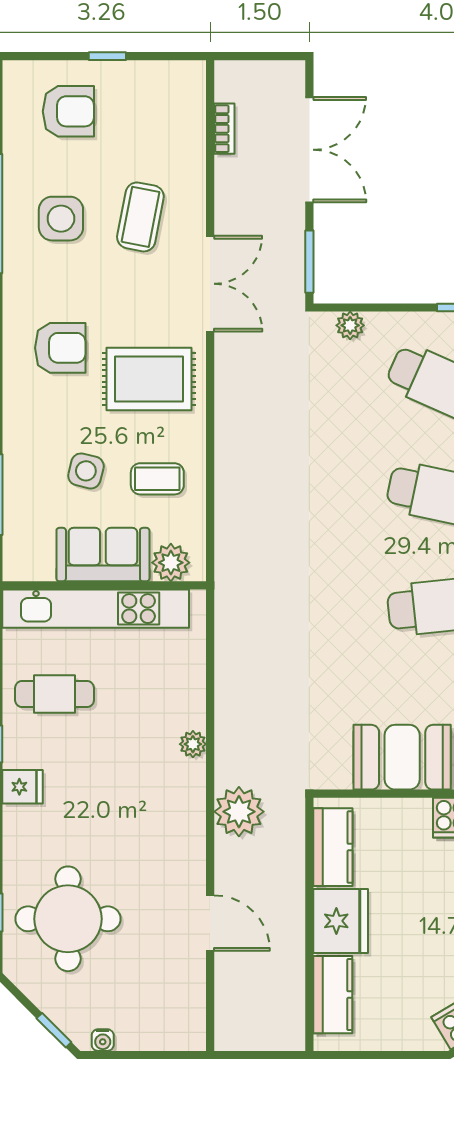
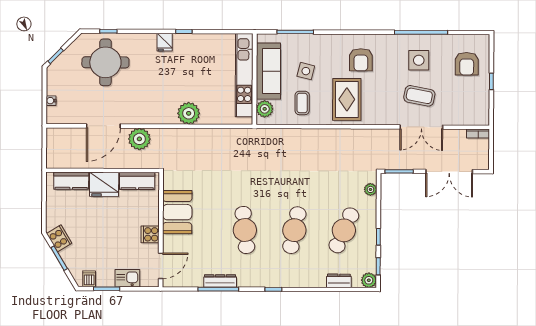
bookcase: (224, 129) -> (478, 134), moved
double door: (210, 284) -> (421, 127), moved
sofa: (103, 555) -> (268, 71), width x1.36
cafe table: (55, 694) -> (206, 57), removed
plant: (193, 744) -> (189, 113), width x1.87, depth x1.87
plant: (239, 812) -> (139, 139), moved
door: (210, 923) -> (103, 126), width x1.36
water cooler: (103, 1040) -> (51, 101), moved

